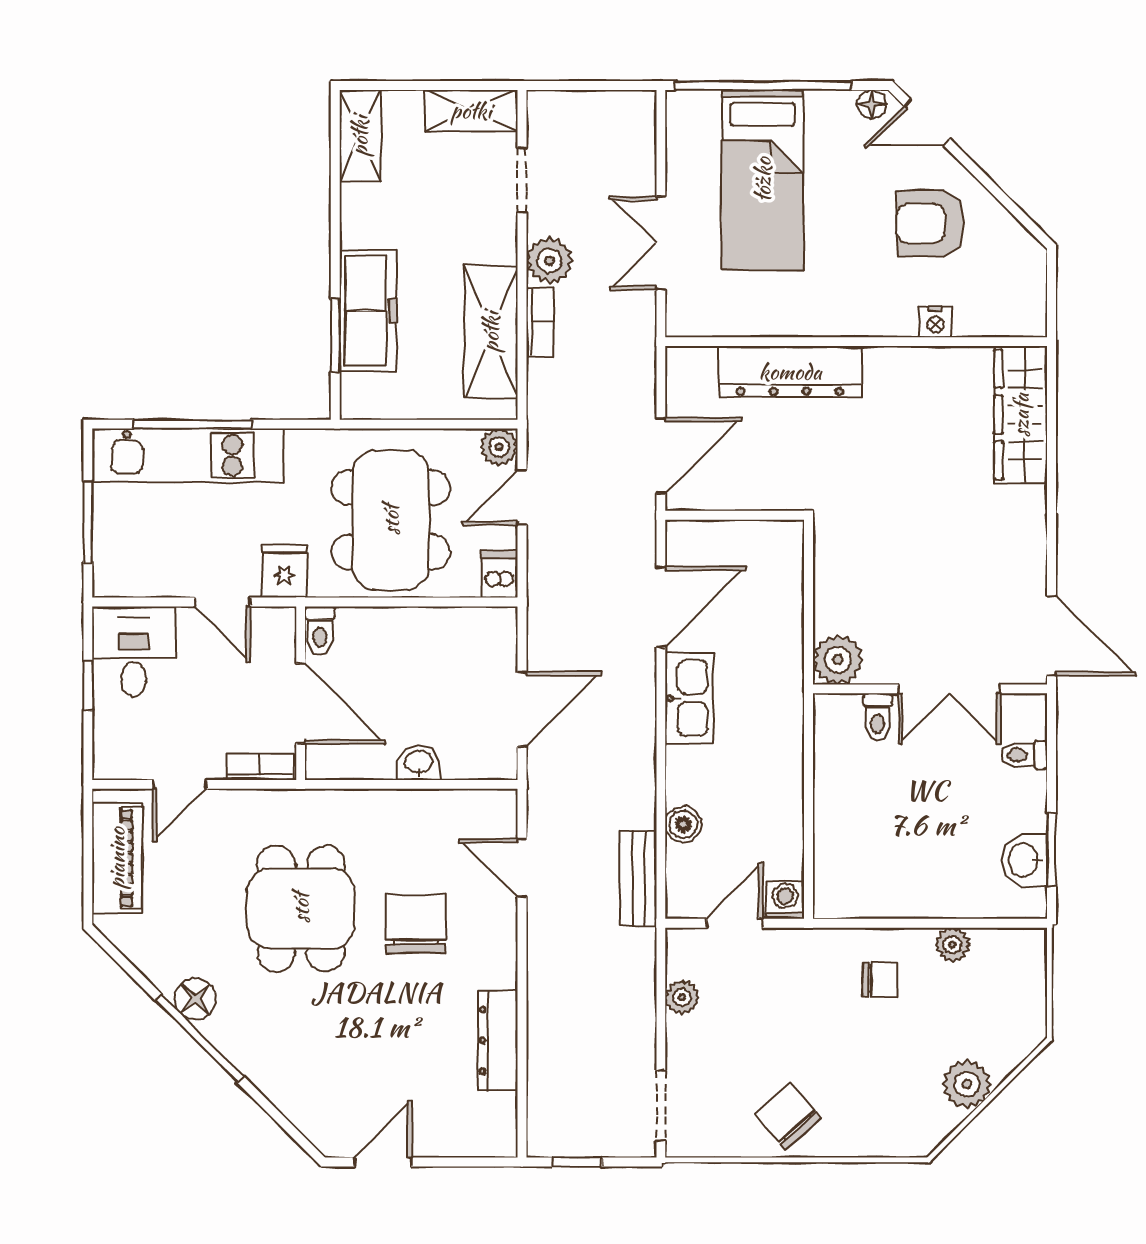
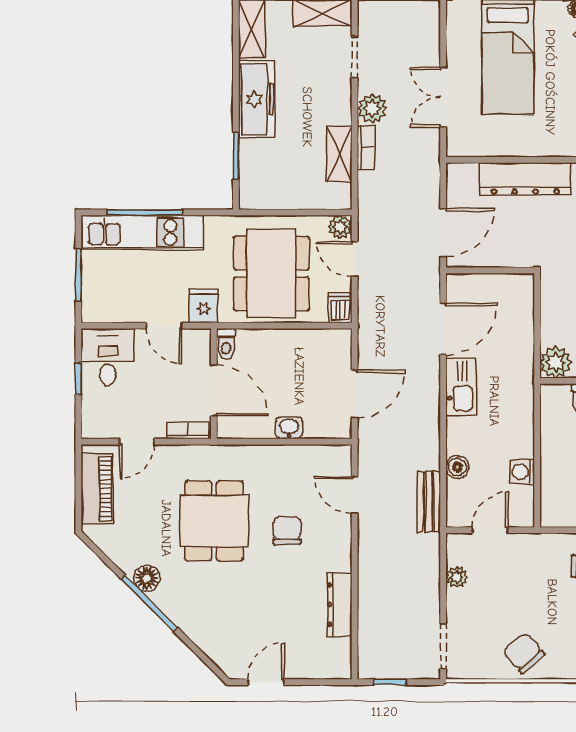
freezer: (368, 311) -> (257, 99), moved
shelving: (491, 332) -> (339, 154), width x0.67, depth x0.75
door: (522, 497) -> (355, 259), hinge flipped
washing machine: (785, 900) -> (522, 472), moved, turned -90
chair: (416, 924) -> (287, 531), width x0.73, depth x0.73

